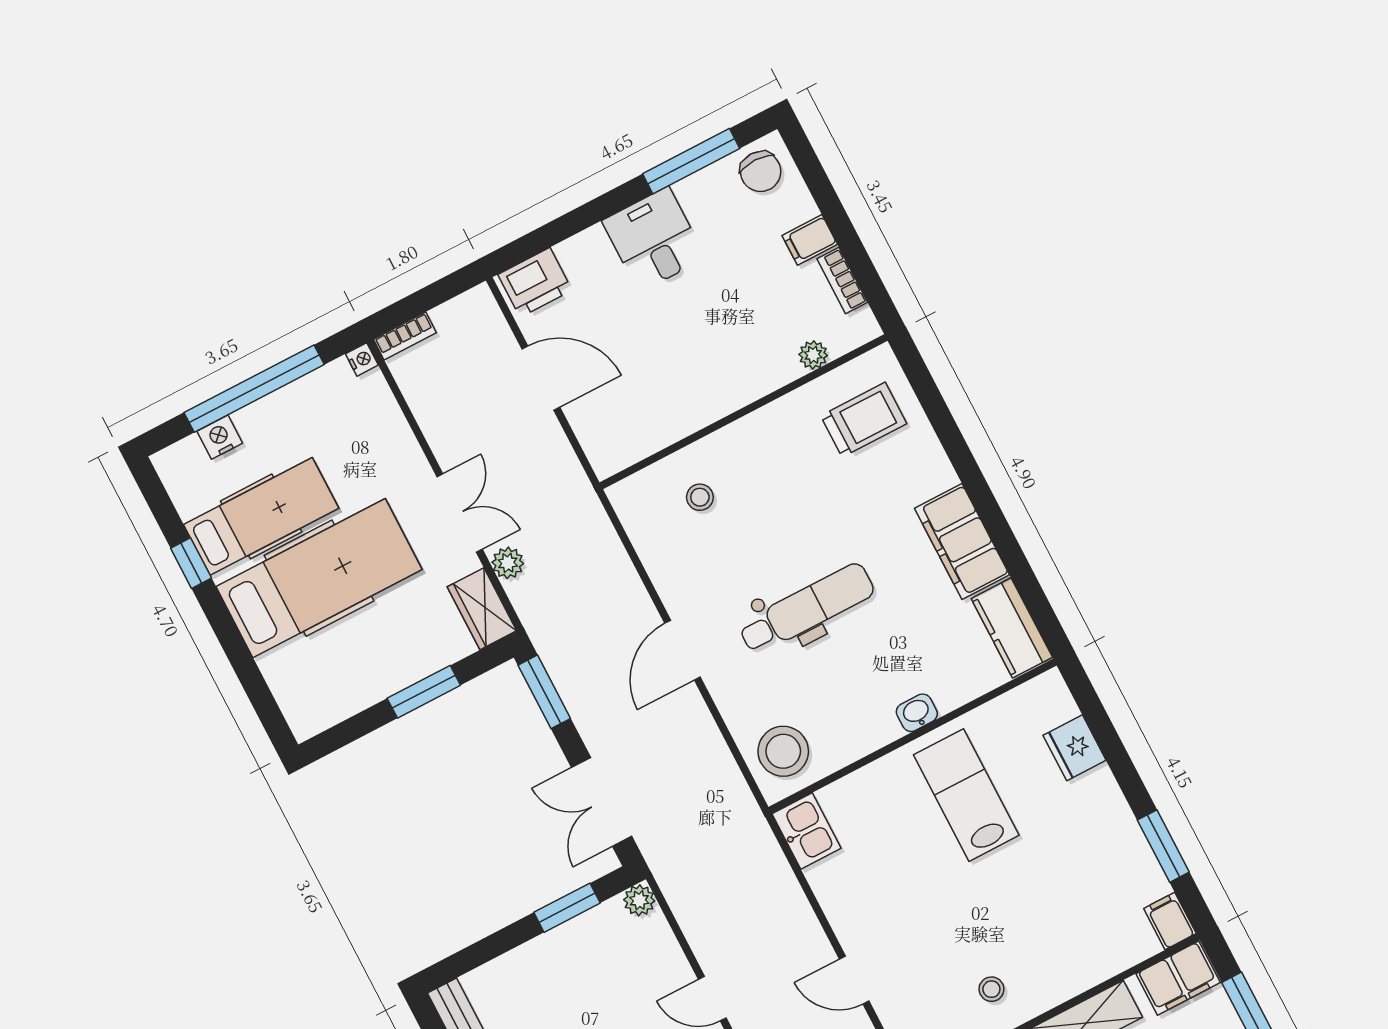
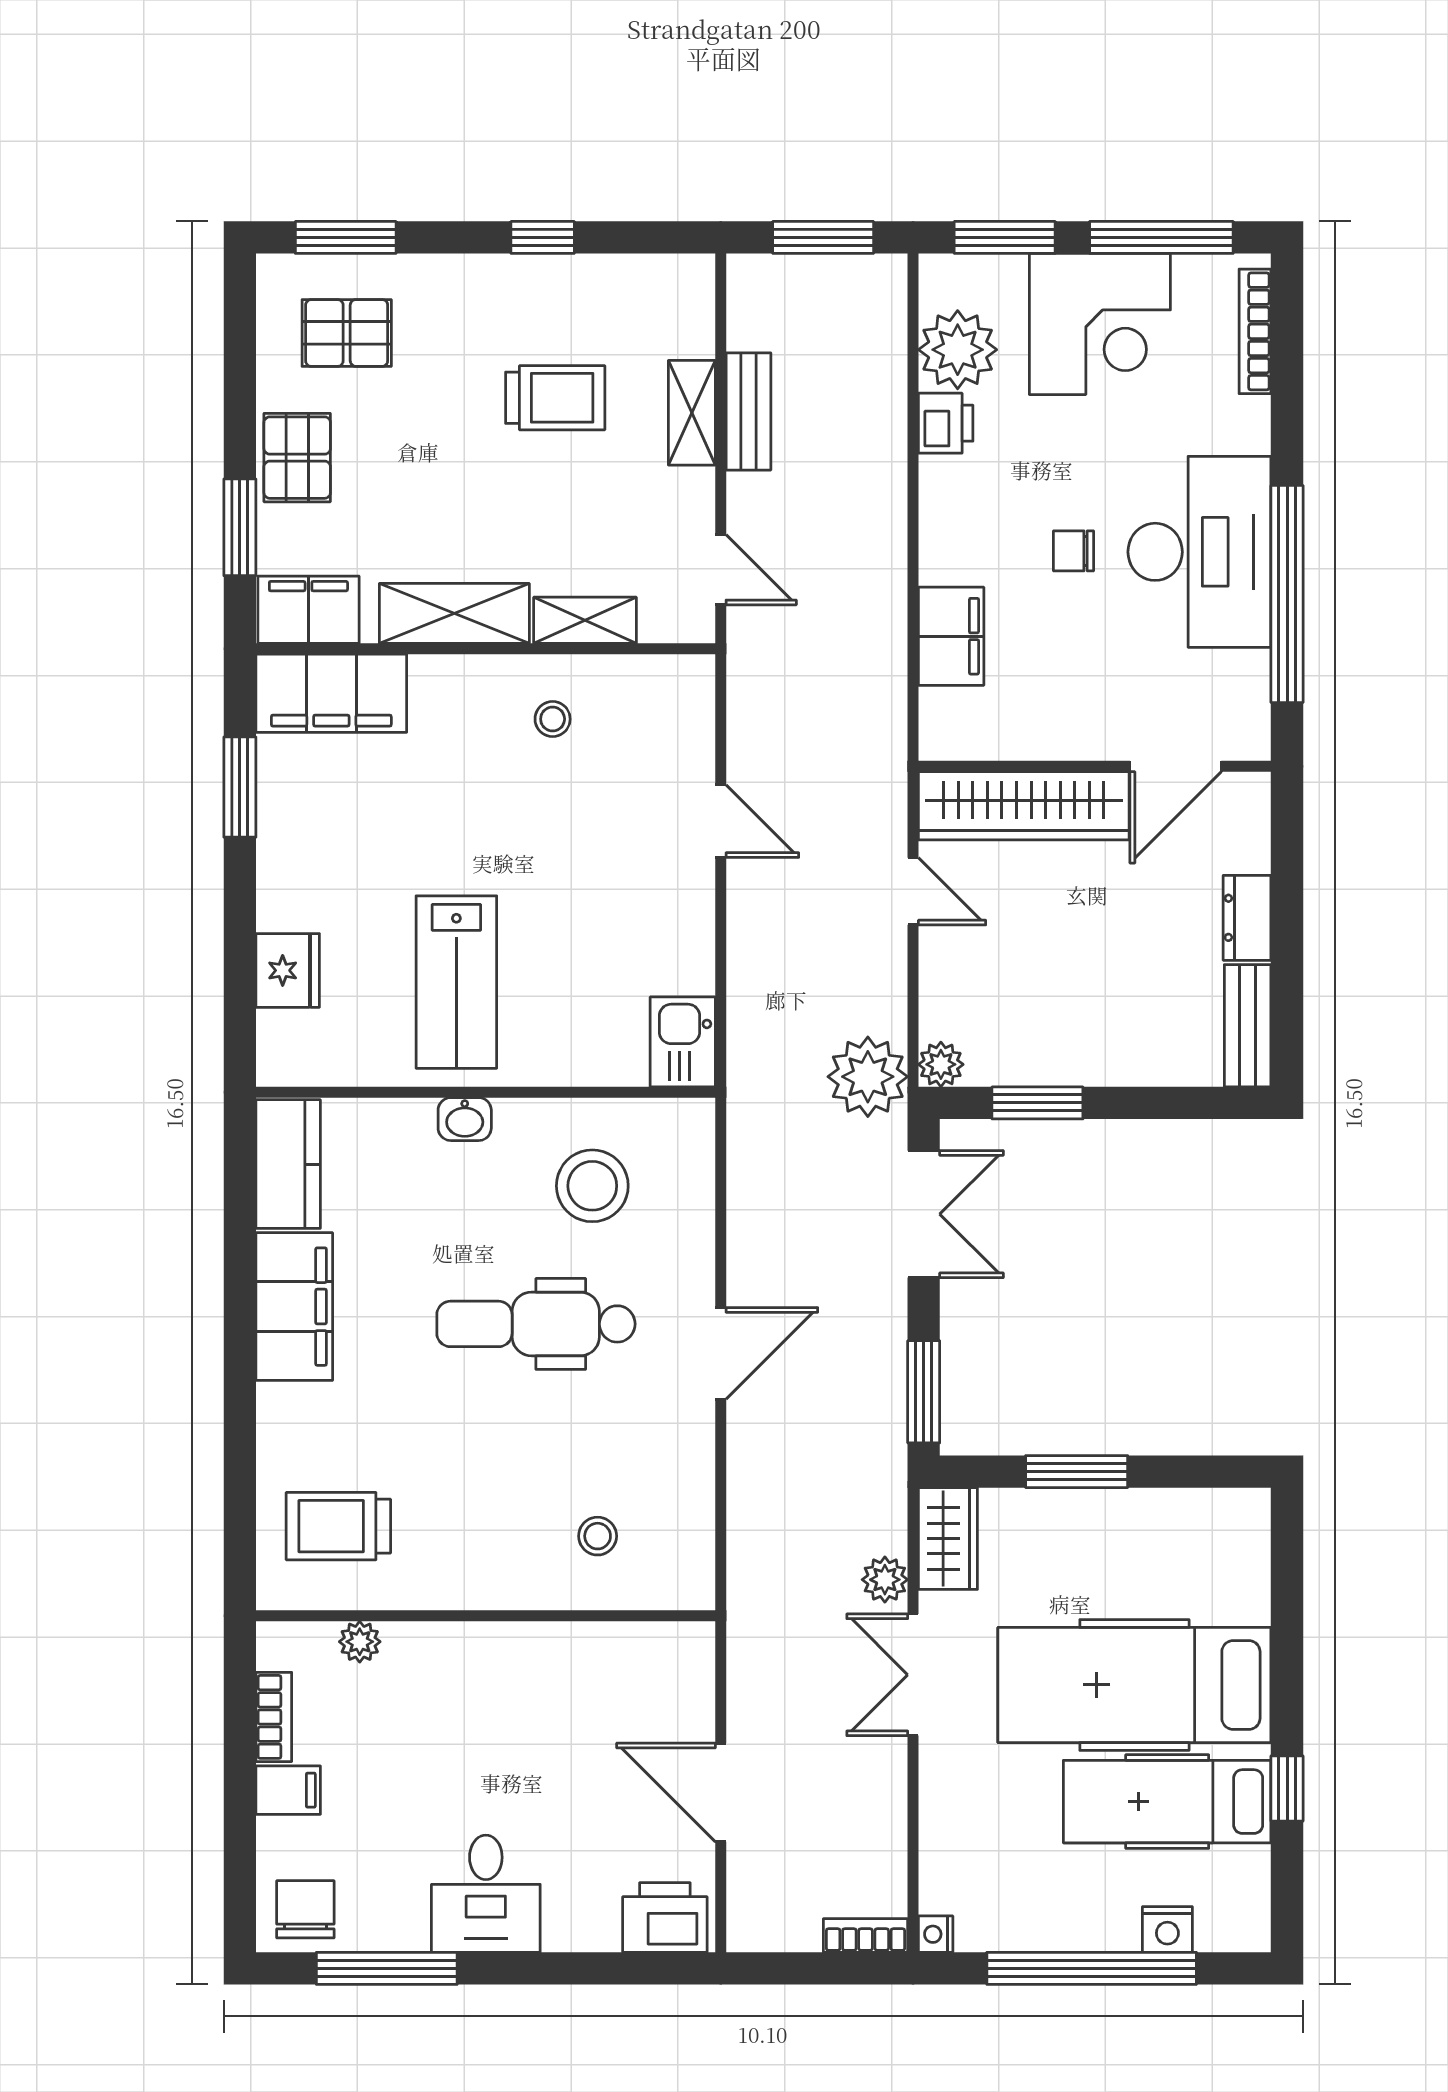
stool: (783, 751) -> (592, 1186), moved
plant: (681, 869) -> (868, 1077), added
filing cabinet: (1170, 921) -> (331, 693), width x3.00, depth x1.17

